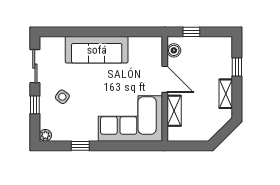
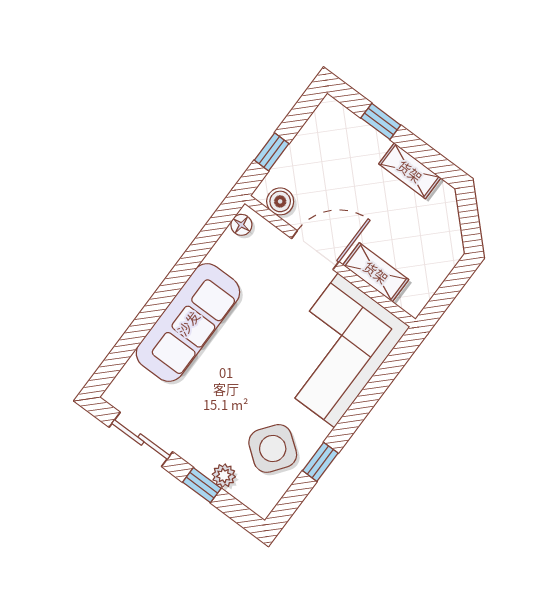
floor lamp: (153, 42) -> (241, 225), added
side table: (62, 97) -> (273, 448), moved, width x1.87, depth x1.87
plant: (45, 135) -> (224, 476), moved

